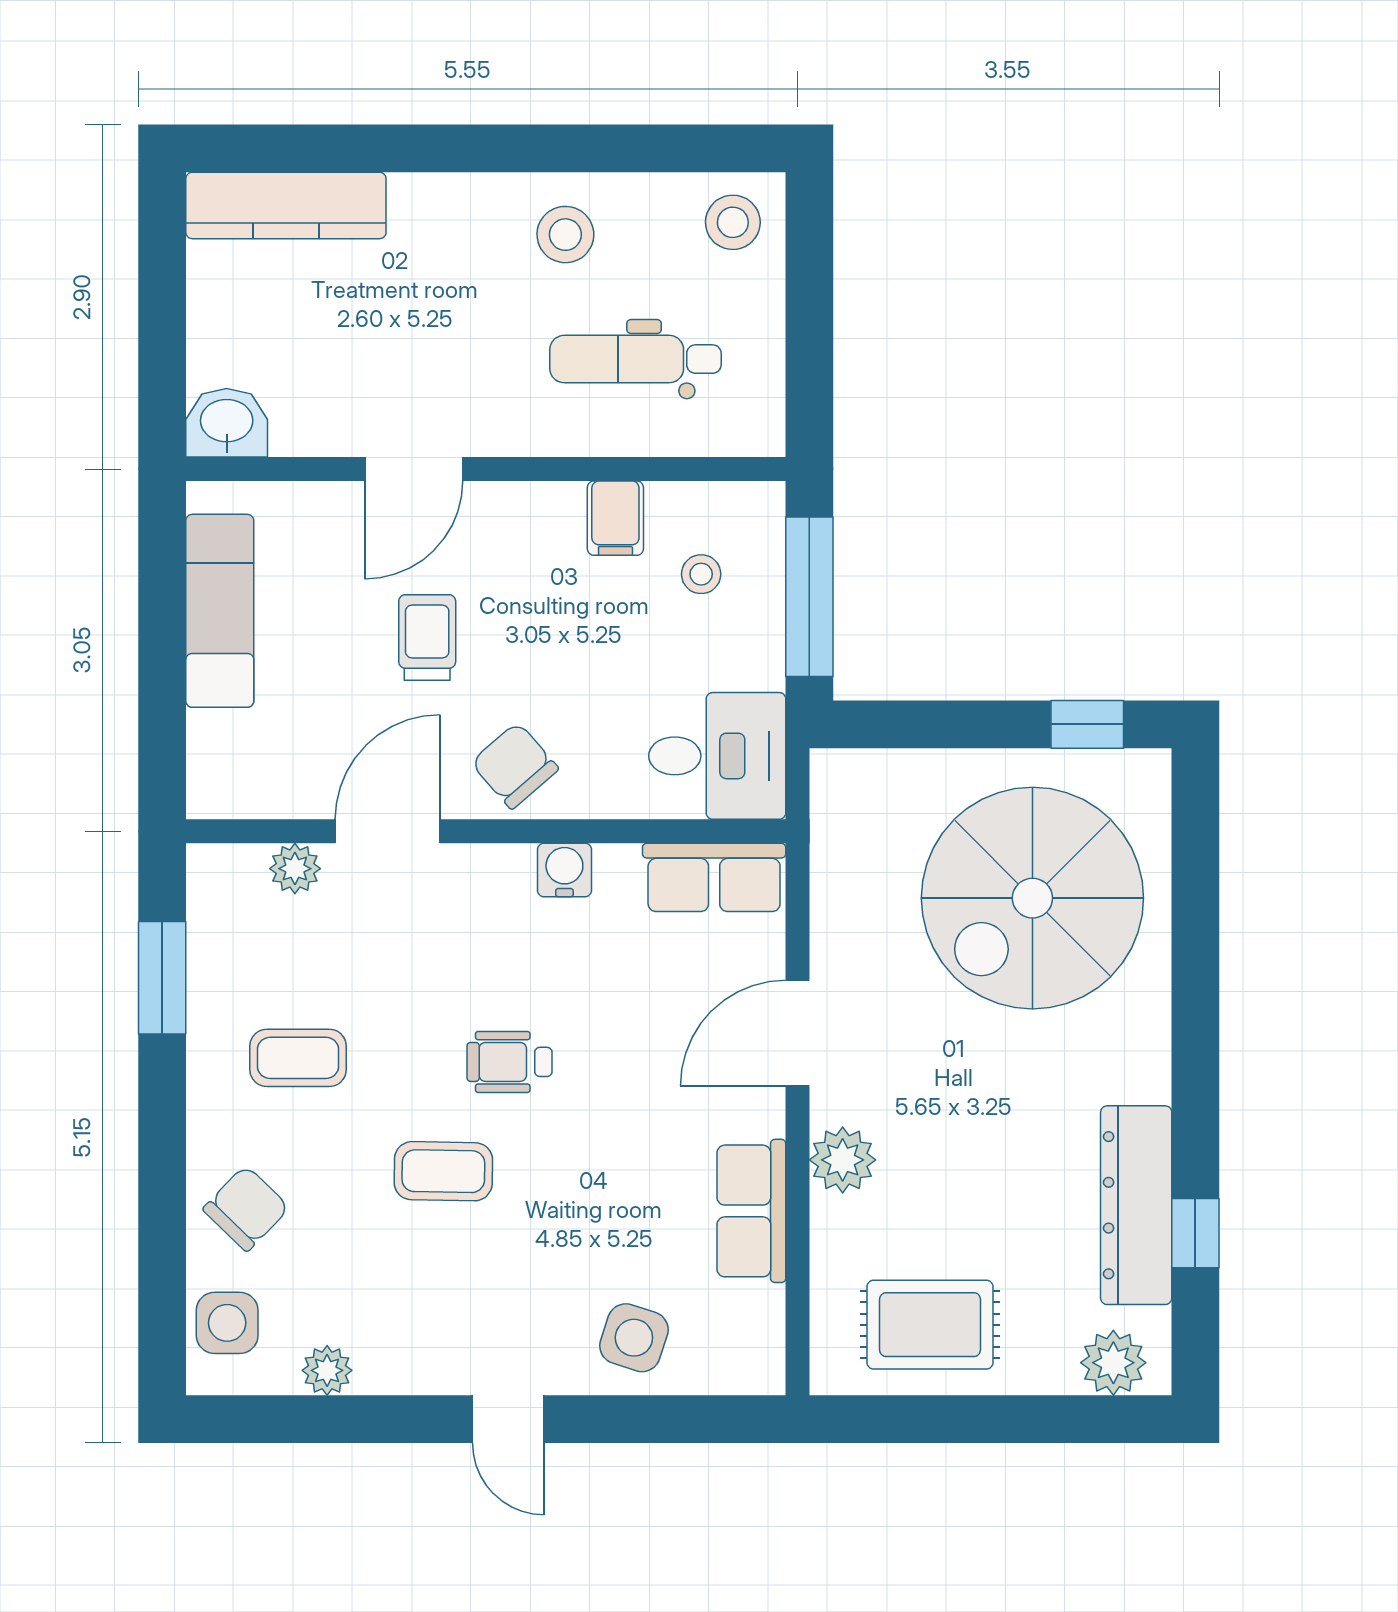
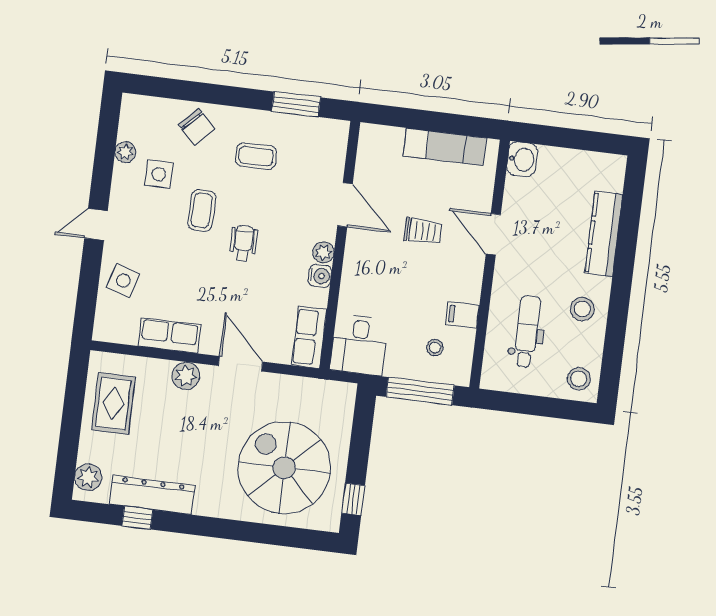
kitchen counter: (286, 205) -> (604, 234), moved
chair: (515, 766) -> (366, 261), removed
plant: (295, 869) -> (323, 252), moved
coffee table: (298, 1058) -> (256, 156), turned 90
side table: (227, 1323) -> (159, 174), moved

